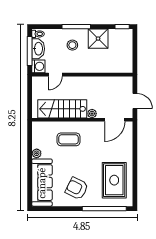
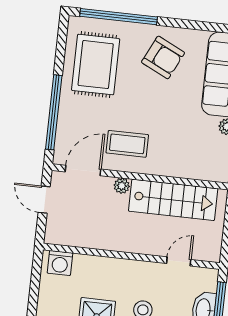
washing machine: (38, 66) -> (60, 263), moved, turned -90
coffee table: (69, 139) -> (127, 144), moved
window: (135, 151) -> (54, 112), added

